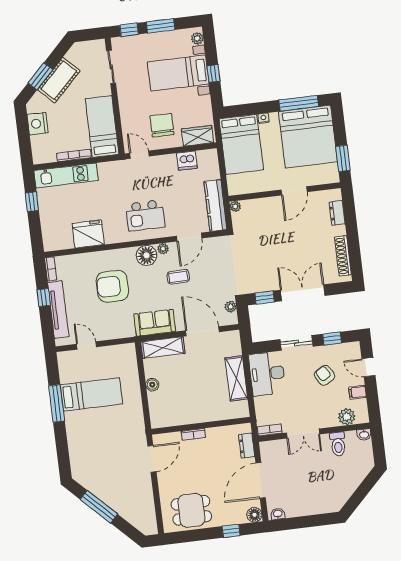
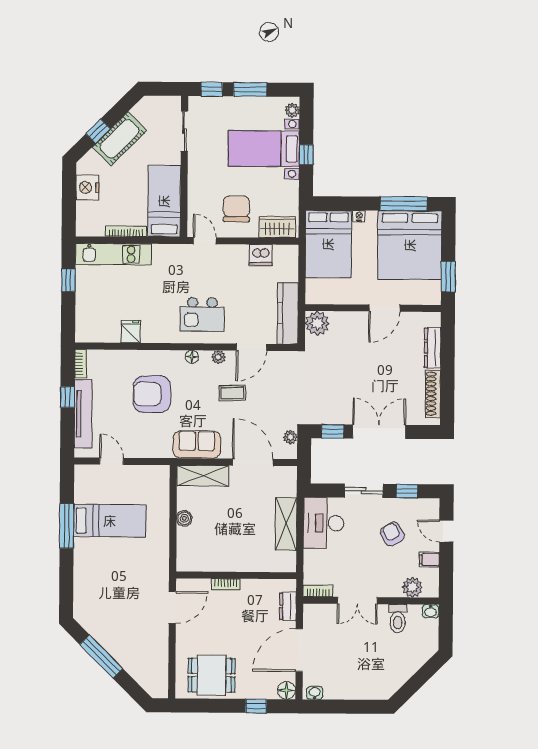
window: (40, 76) -> (98, 131), width x0.67
plant: (235, 206) -> (317, 323), width x1.87, depth x1.87
dresser: (337, 213) -> (433, 348), width x1.44
fridge: (88, 234) -> (131, 332), width x0.53, depth x0.75
floor lamp: (147, 255) -> (192, 357), width x0.53, depth x0.53

